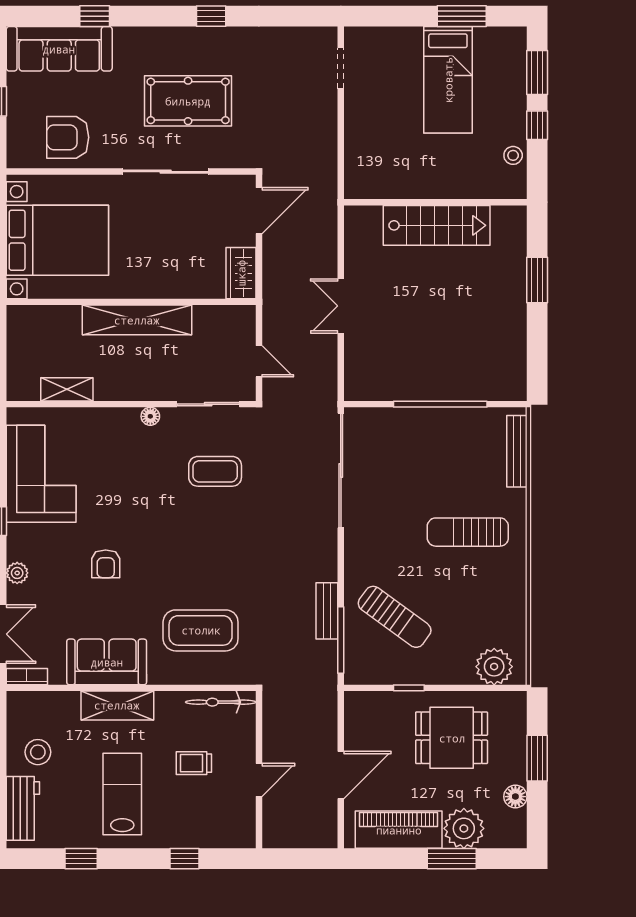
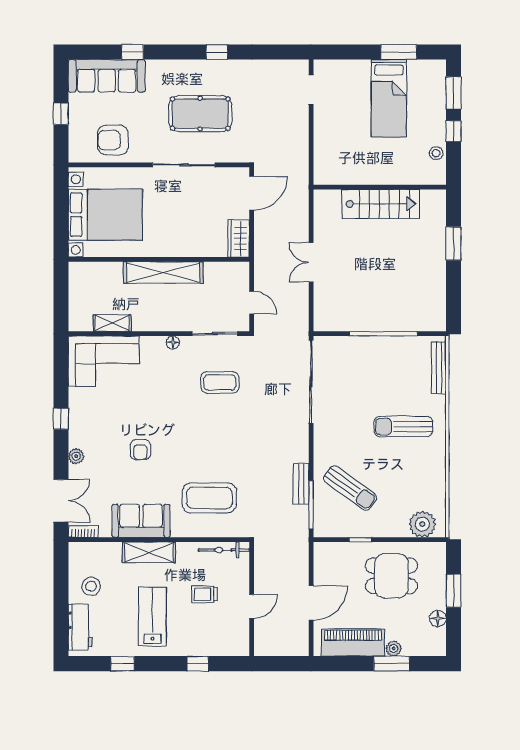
corner sofa: (41, 474) -> (104, 361), moved, turned 90
plant: (464, 828) -> (394, 648), width x0.53, depth x0.53

